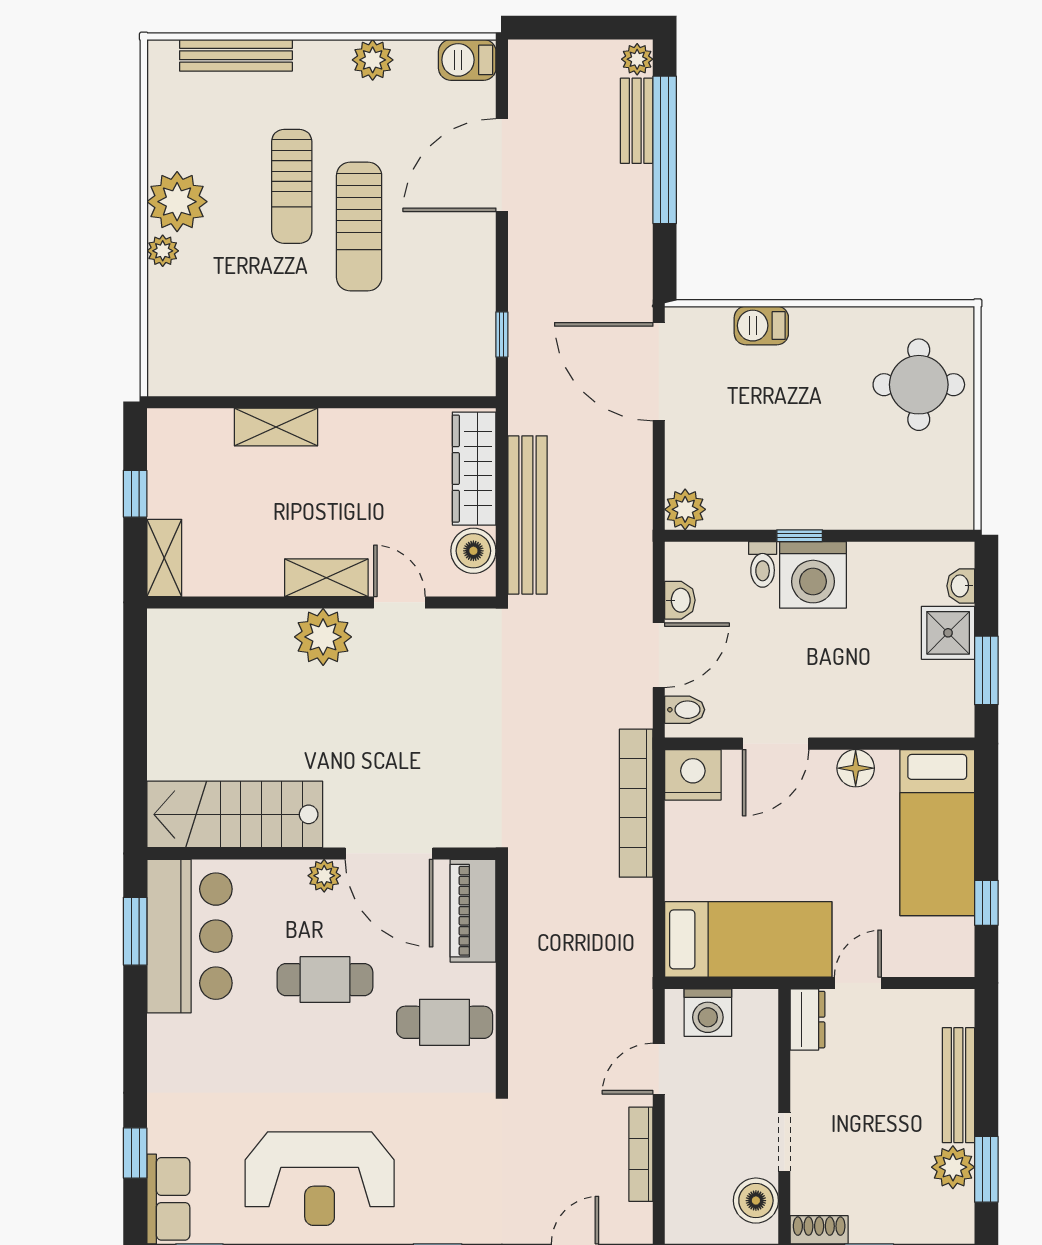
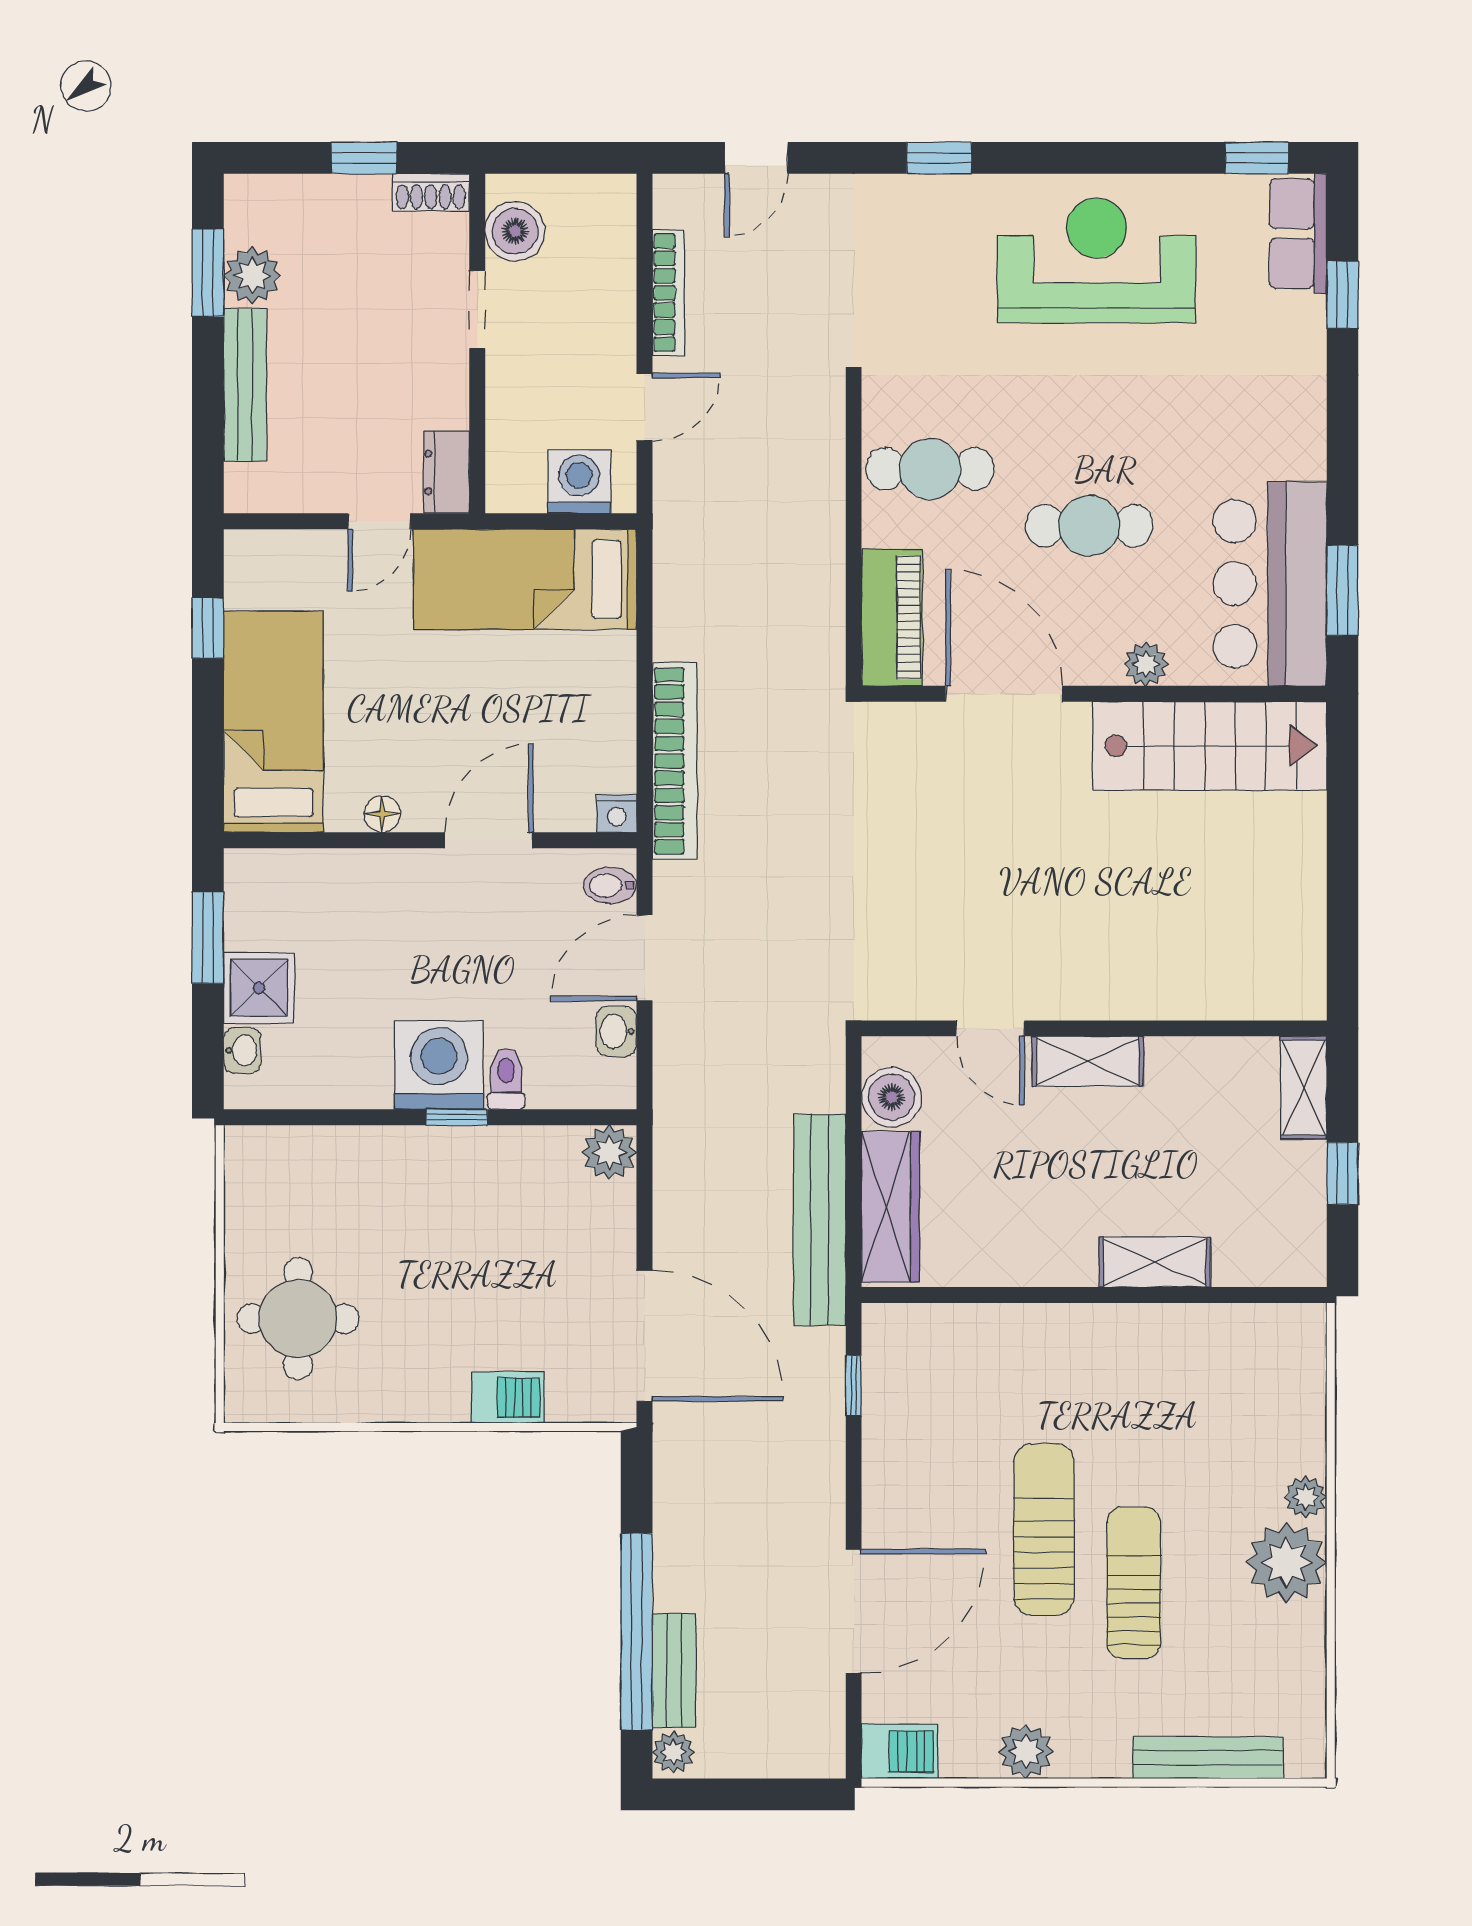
bench: (527, 515) -> (820, 1220), moved
plant: (323, 637) -> (1092, 982), removed
floor lamp: (856, 768) -> (382, 814), width x0.73, depth x0.73
nightstand: (693, 775) -> (617, 814), width x0.53, depth x0.56
plant: (324, 876) -> (1146, 664), moved

